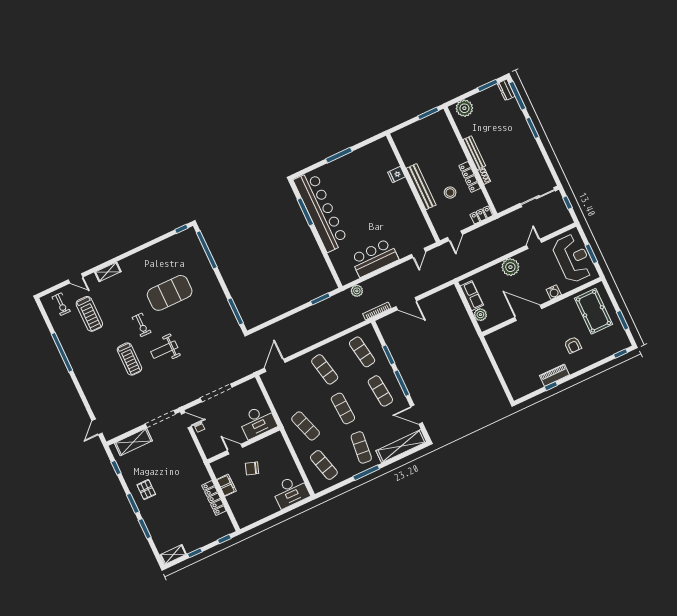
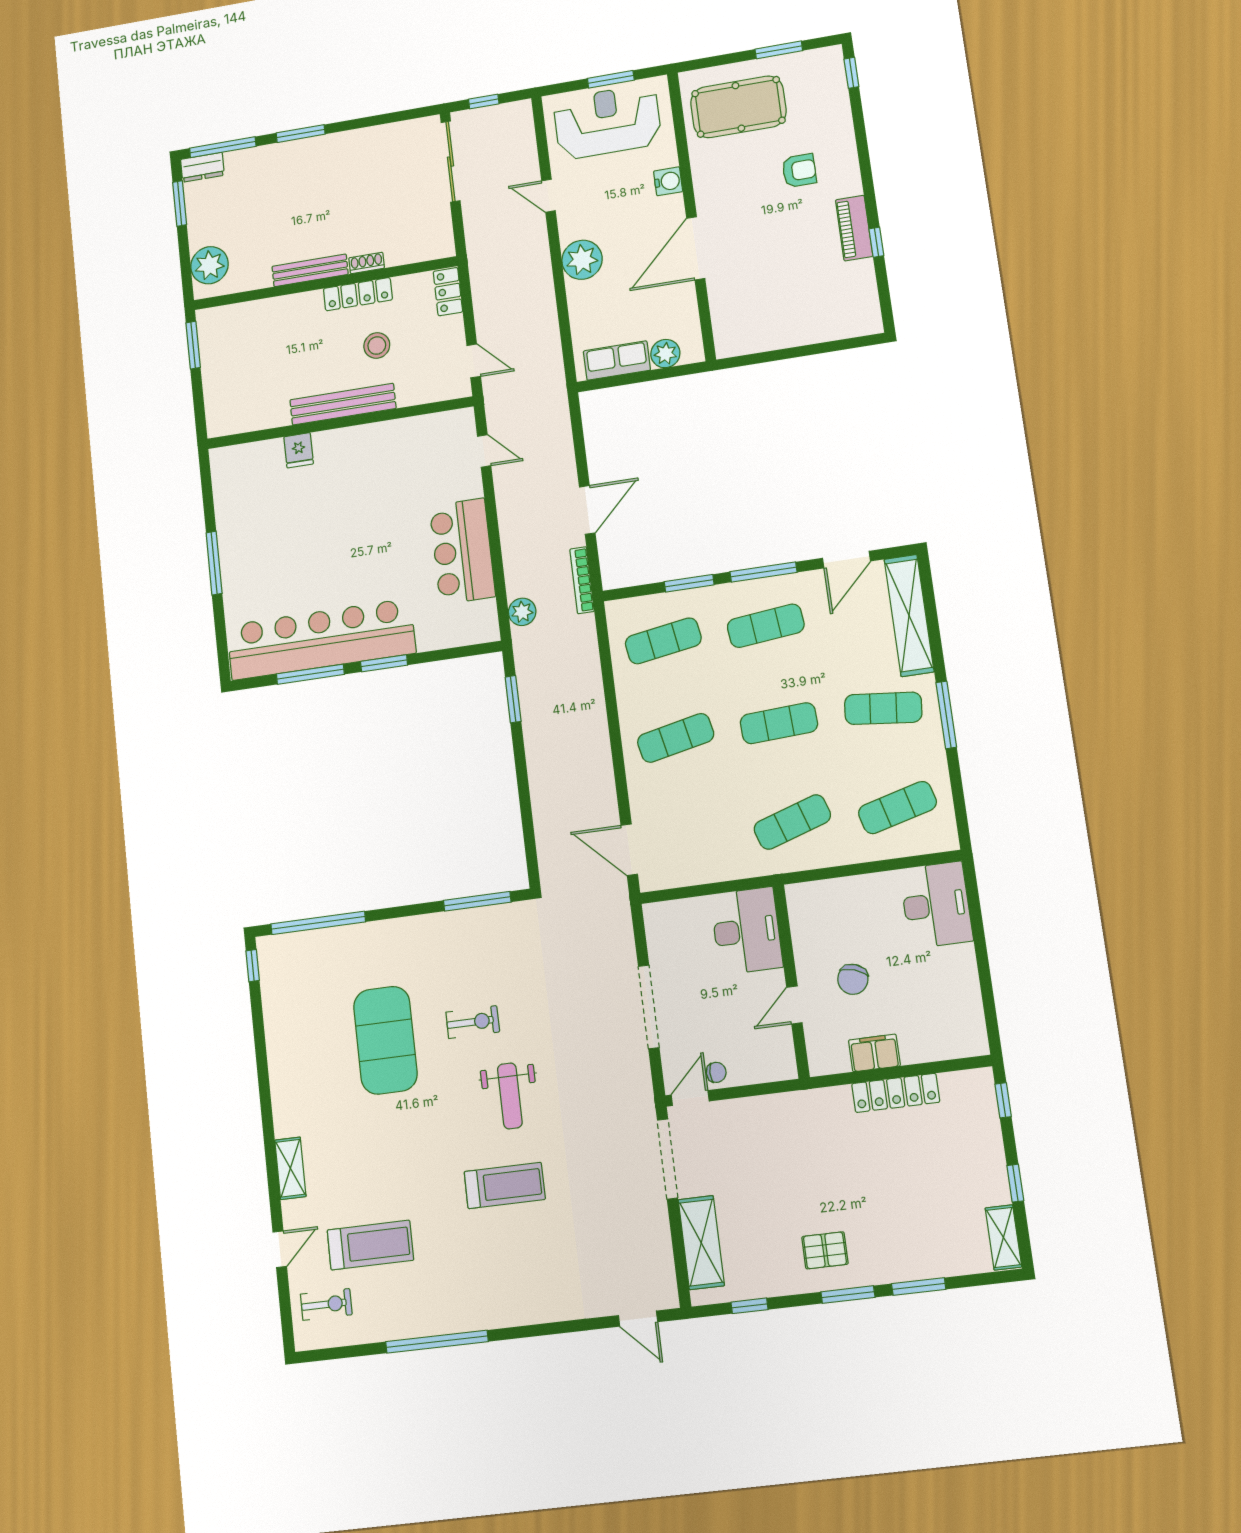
window: (319, 241) -> (384, 663), added
exercise bike: (142, 325) -> (473, 1022), moved

